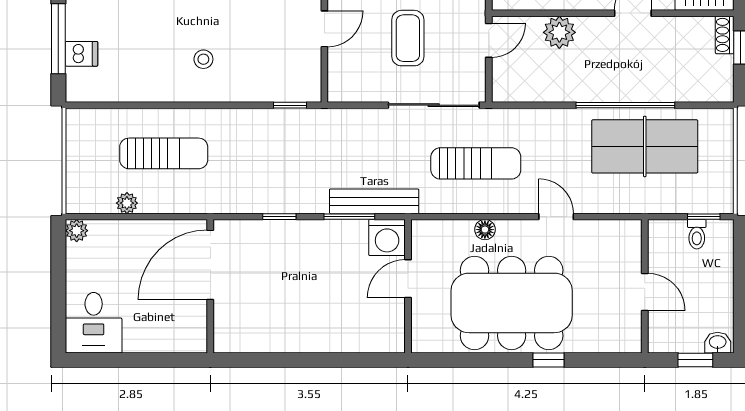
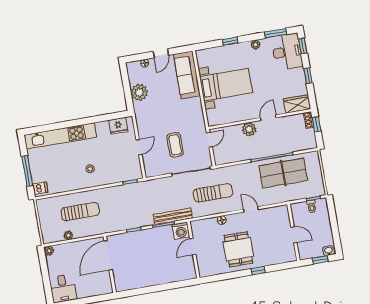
plant: (559, 32) -> (249, 129), moved
dishwasher: (82, 54) -> (40, 188), moved
dining table: (512, 303) -> (238, 249), width x0.53, depth x0.80

